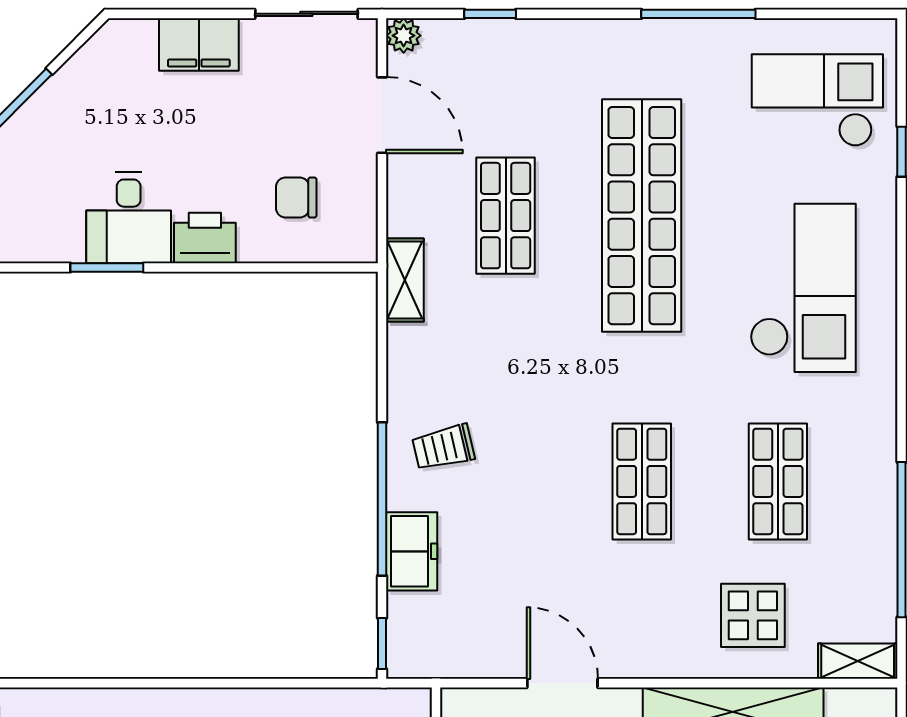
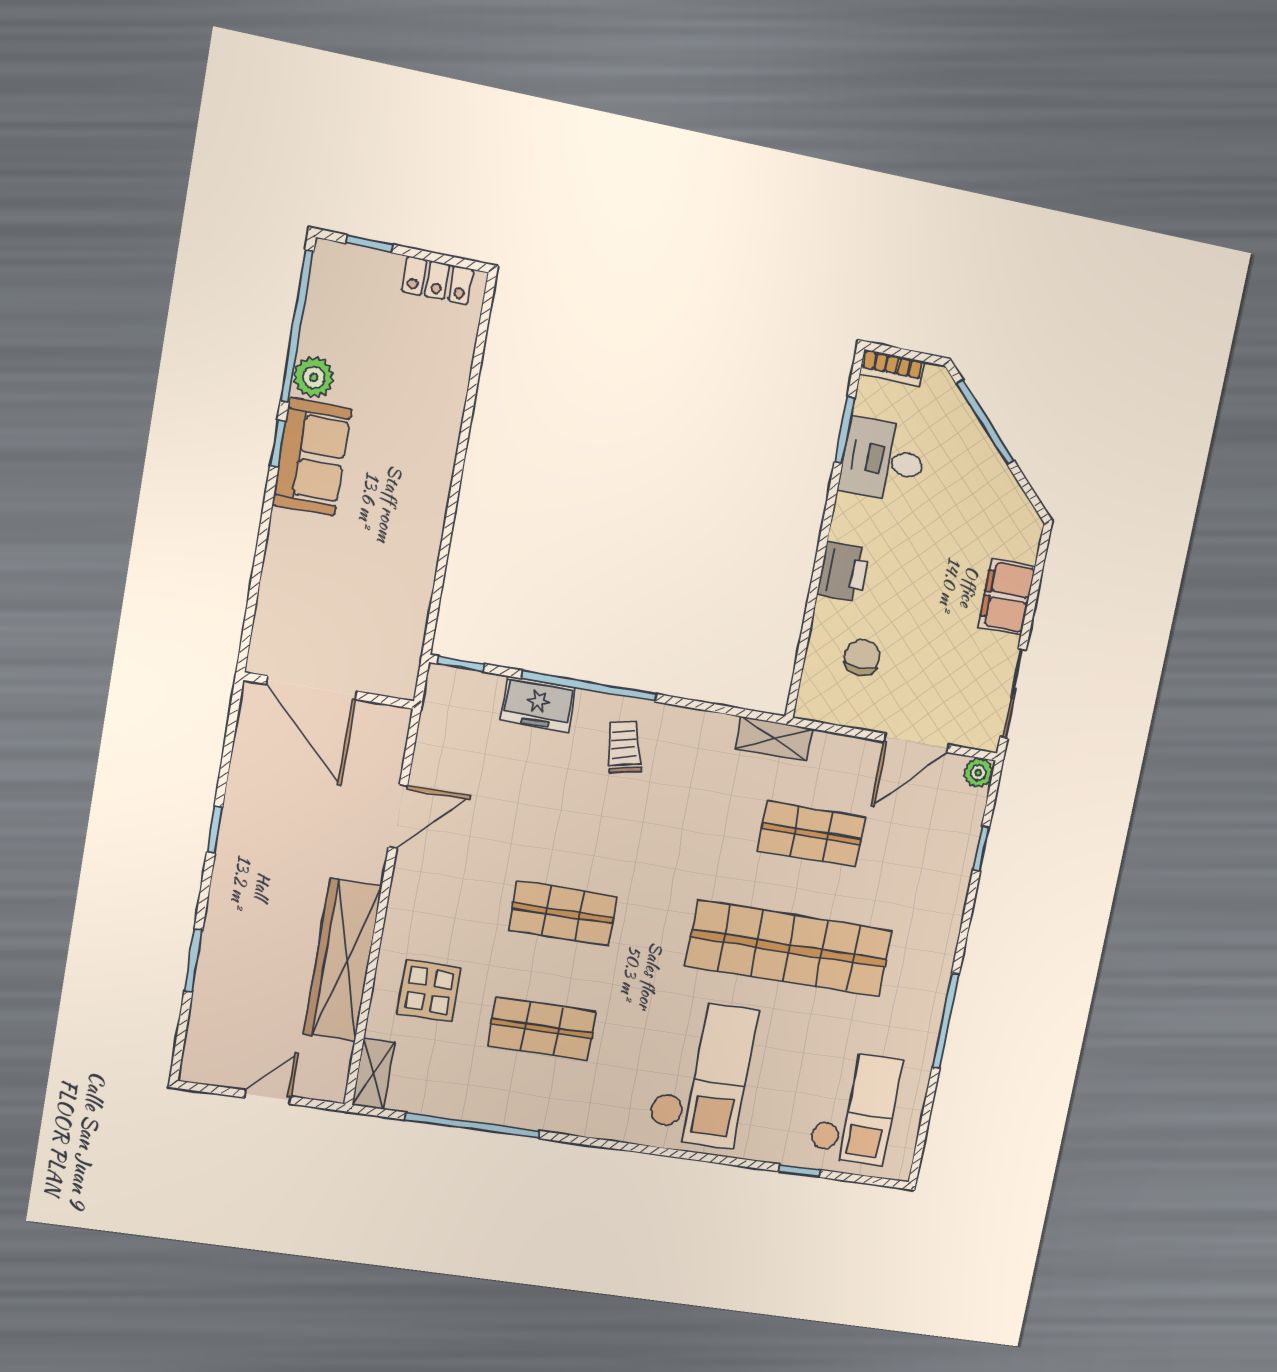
desk: (129, 218) -> (883, 460), moved
window: (107, 267) -> (845, 430), moved
checkout: (803, 288) -> (702, 1074), turned -90

